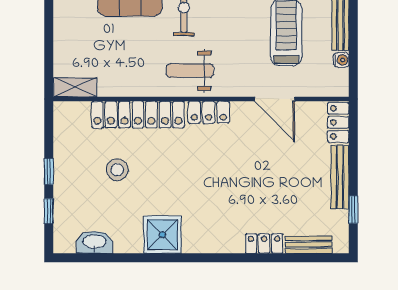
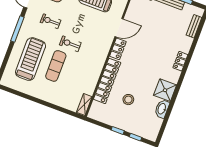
weight bench: (190, 71) -> (96, 50), removed
door: (275, 99) -> (119, 28), moved
washbasin: (95, 242) -> (162, 109), moved
locker: (264, 244) -> (180, 61), moved

